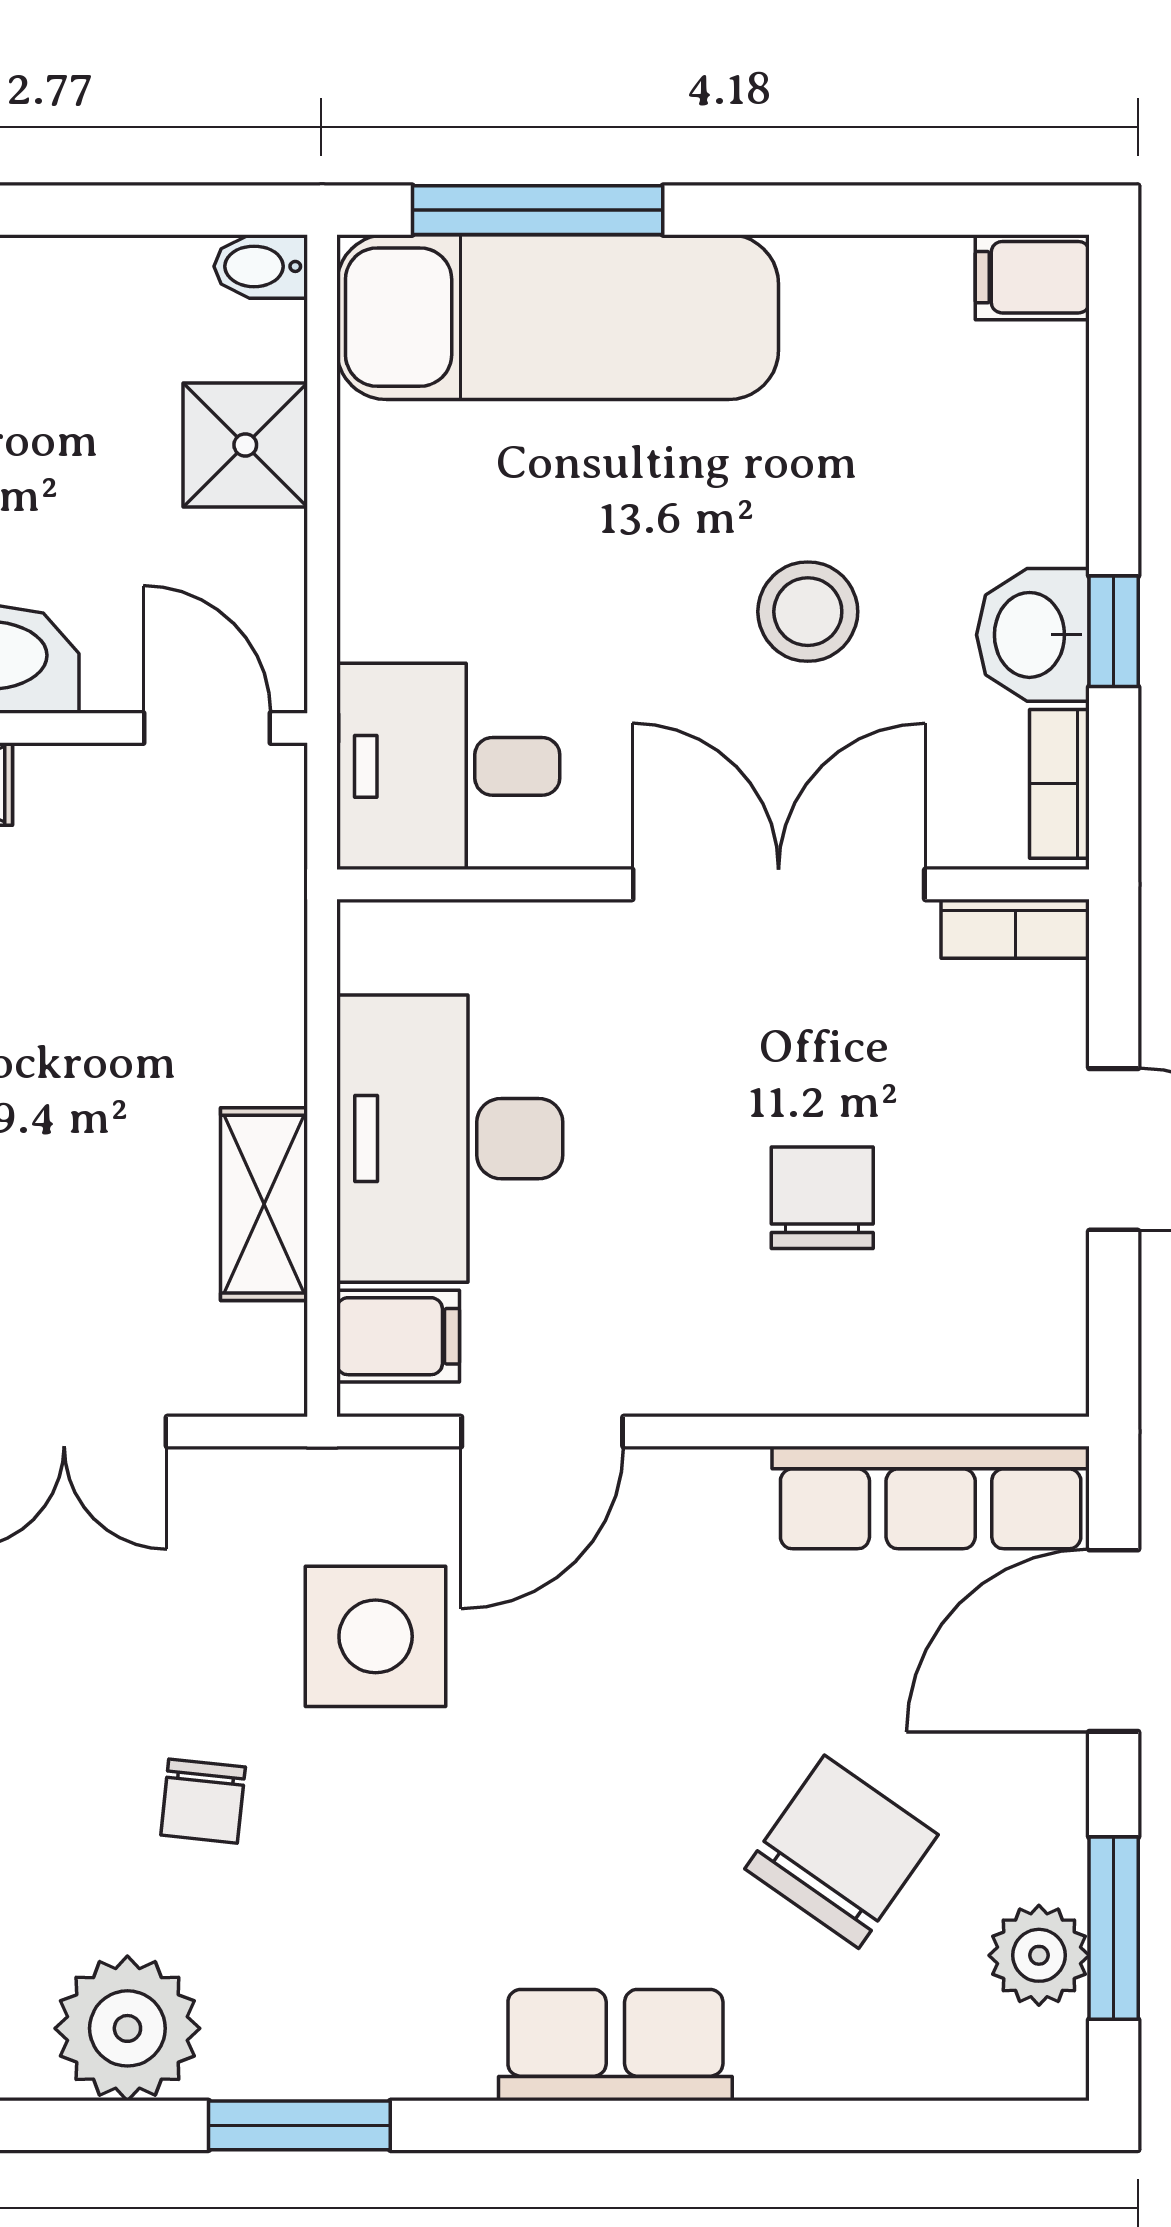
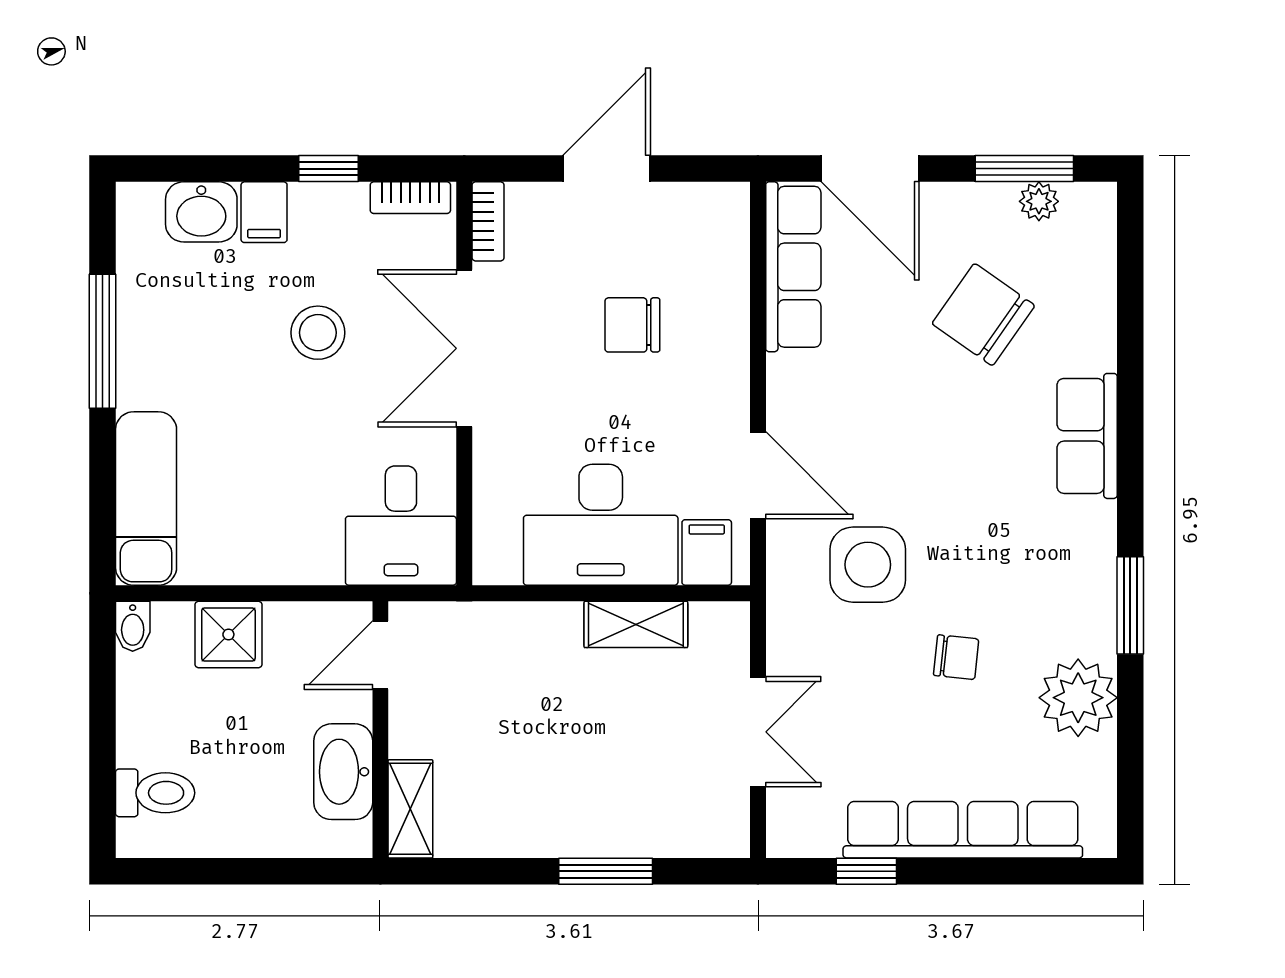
window: (538, 210) -> (102, 341), moved
filing cabinet: (1032, 277) -> (264, 212), moved
exam couch: (558, 317) -> (146, 498), width x0.73, depth x0.69
washbasin: (1033, 635) -> (201, 212), moved
plant: (1039, 1955) -> (1039, 201), width x0.73, depth x0.73

